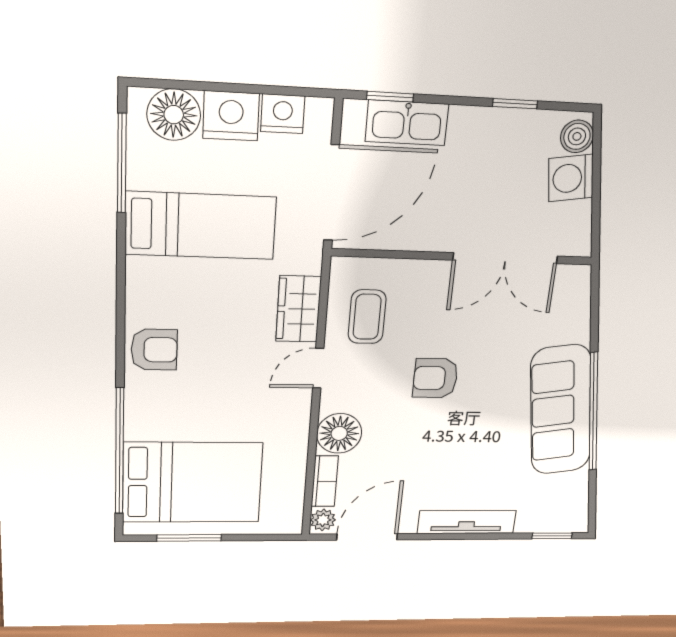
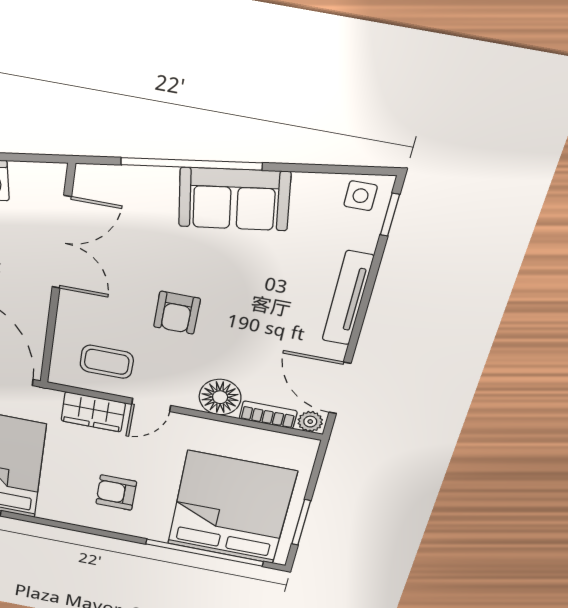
armchair: (154, 350) -> (116, 493), moved, turned -90
door: (318, 368) -> (151, 405), hinge flipped
sofa: (561, 410) -> (234, 199), width x0.73
window: (593, 412) -> (191, 164), moved
bed: (192, 482) -> (231, 508), width x1.36
side table: (569, 510) -> (361, 196), added

